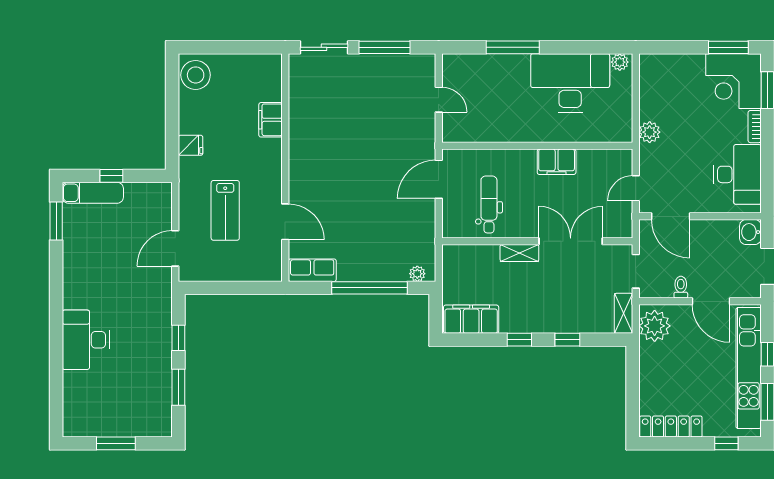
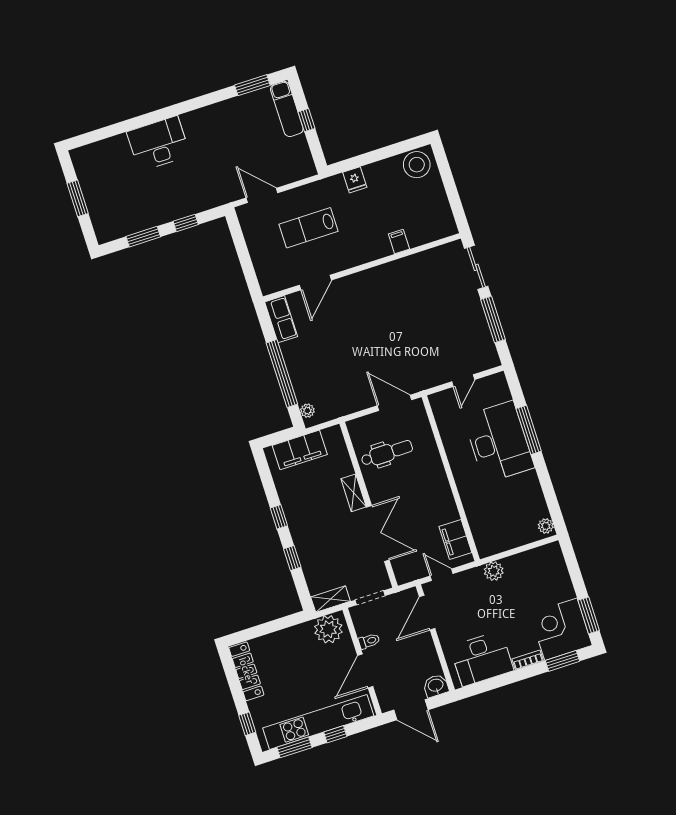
desk: (570, 83) -> (499, 442), moved
filing cabinet: (271, 120) -> (399, 242), width x0.50
filing cabinet: (557, 162) -> (455, 539), moved
filing cabinet: (471, 319) -> (300, 450), moved, turned 90

